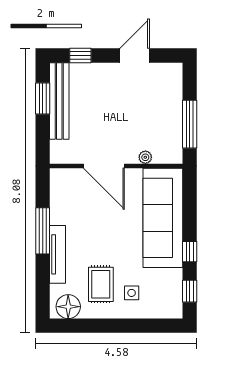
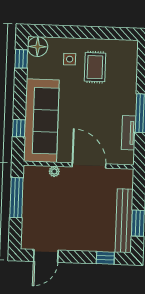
door: (135, 55) -> (46, 256), moved
window: (190, 252) -> (19, 128), moved
tv unit: (58, 254) -> (129, 133), moved, width x0.71
floor lamp: (68, 307) -> (38, 47), moved

